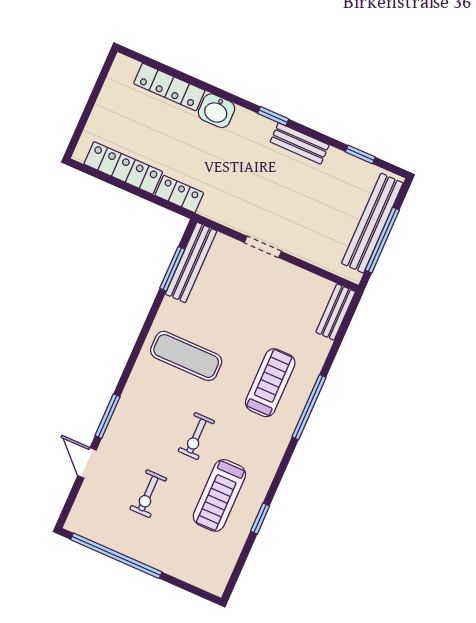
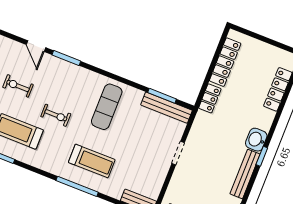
washbasin: (217, 111) -> (256, 140), moved
bench: (300, 143) -> (245, 174), width x1.36
exercise bike: (196, 436) -> (56, 115), turned 180
door: (87, 463) -> (36, 46), swing flipped

